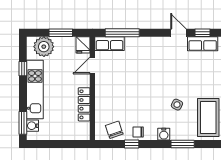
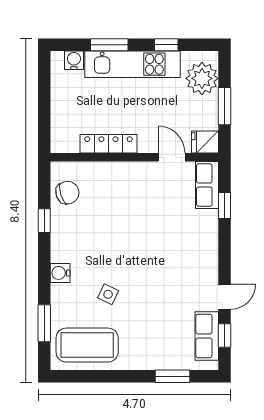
window: (122, 33) -> (224, 206), width x0.46
window: (23, 123) -> (109, 45), moved
chair: (138, 132) -> (64, 231), removed
window: (183, 144) -> (44, 323), moved

